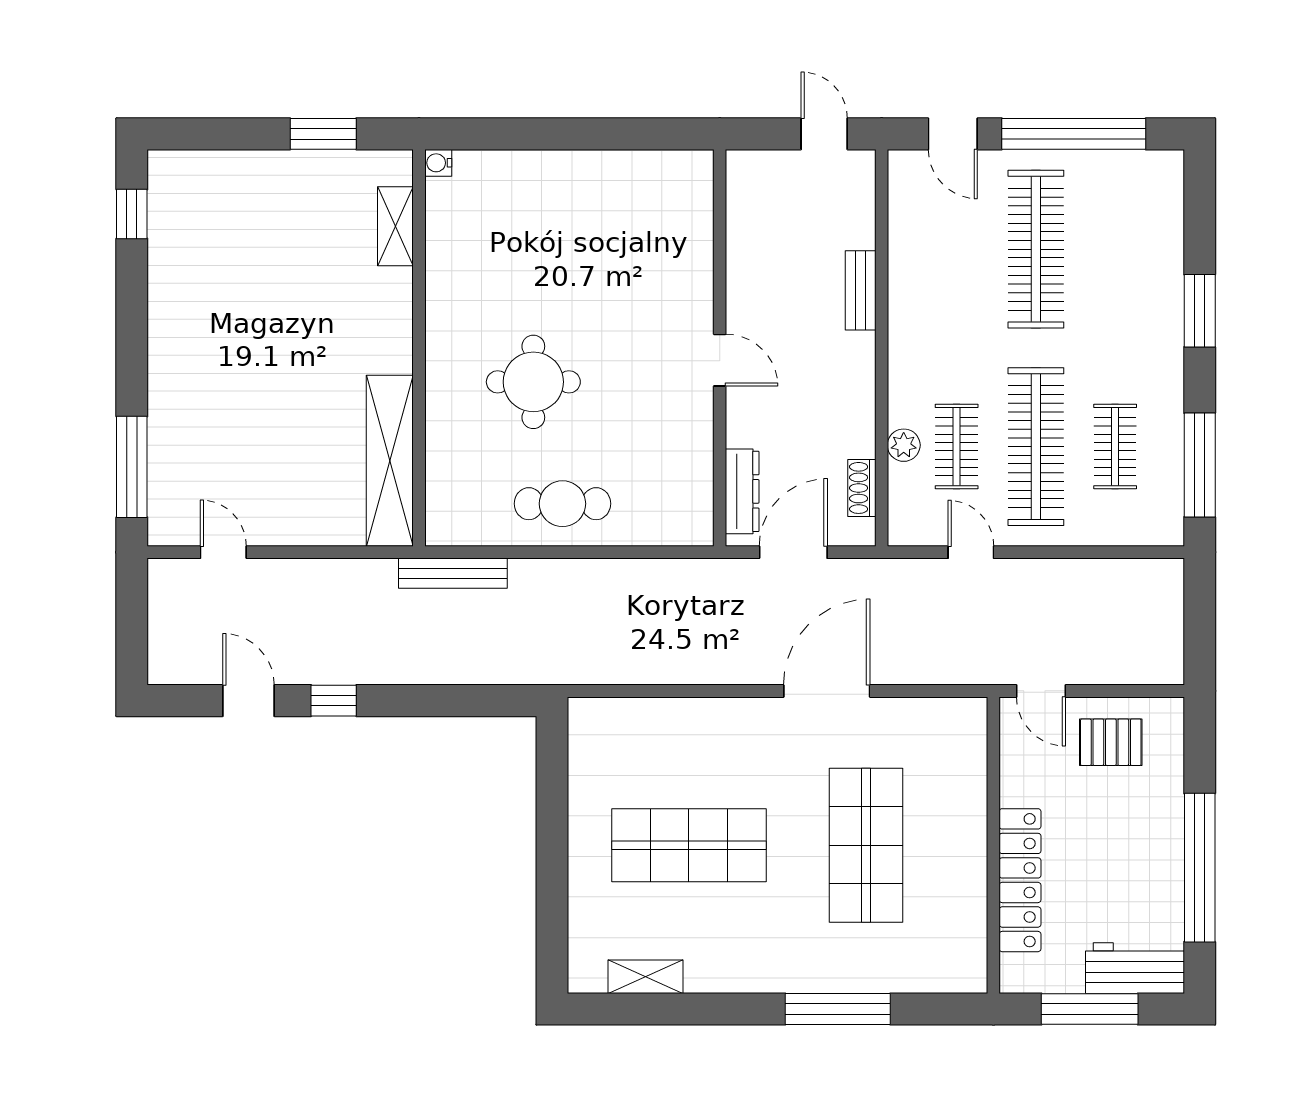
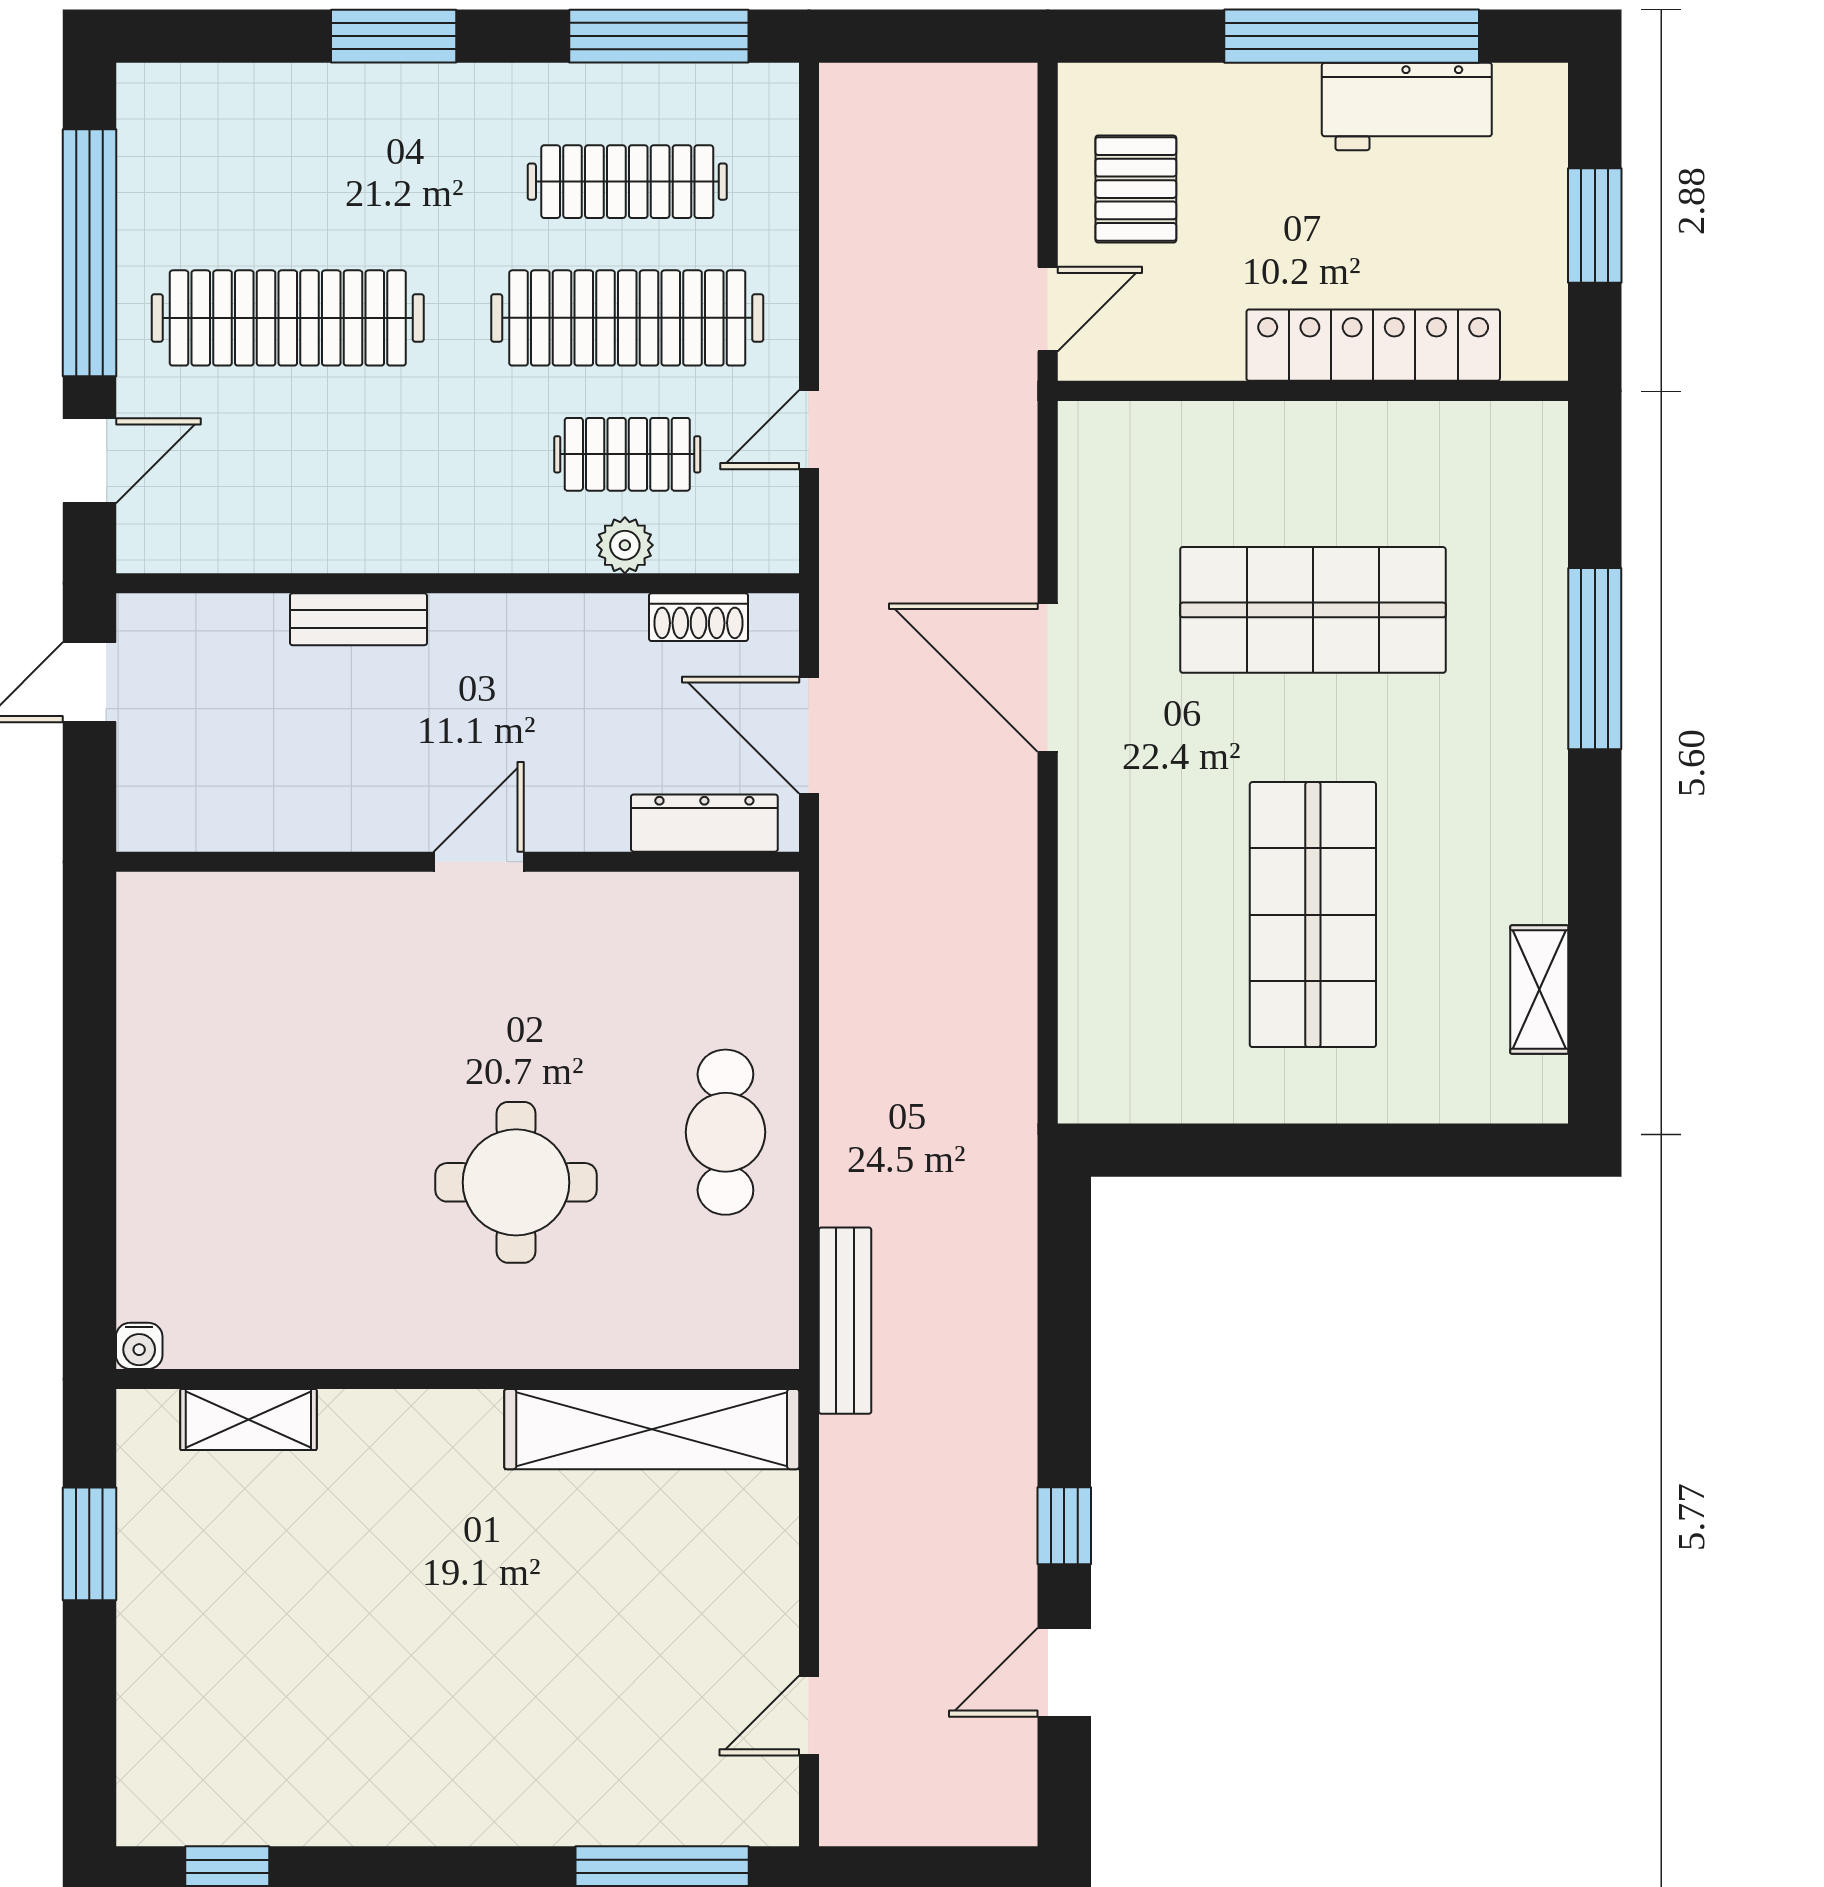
clothes rail: (1115, 447) -> (627, 182), width x1.36
workbench: (1135, 968) -> (1407, 107), moved, turned -90
window: (1090, 1009) -> (1595, 225), width x0.69

